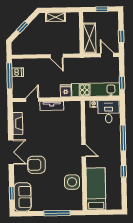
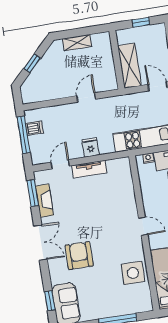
door: (57, 56) -> (86, 97), swing flipped
fridge: (66, 91) -> (91, 147), moved
window: (10, 117) -> (33, 193), added
armchair: (36, 165) -> (79, 256), turned 90

